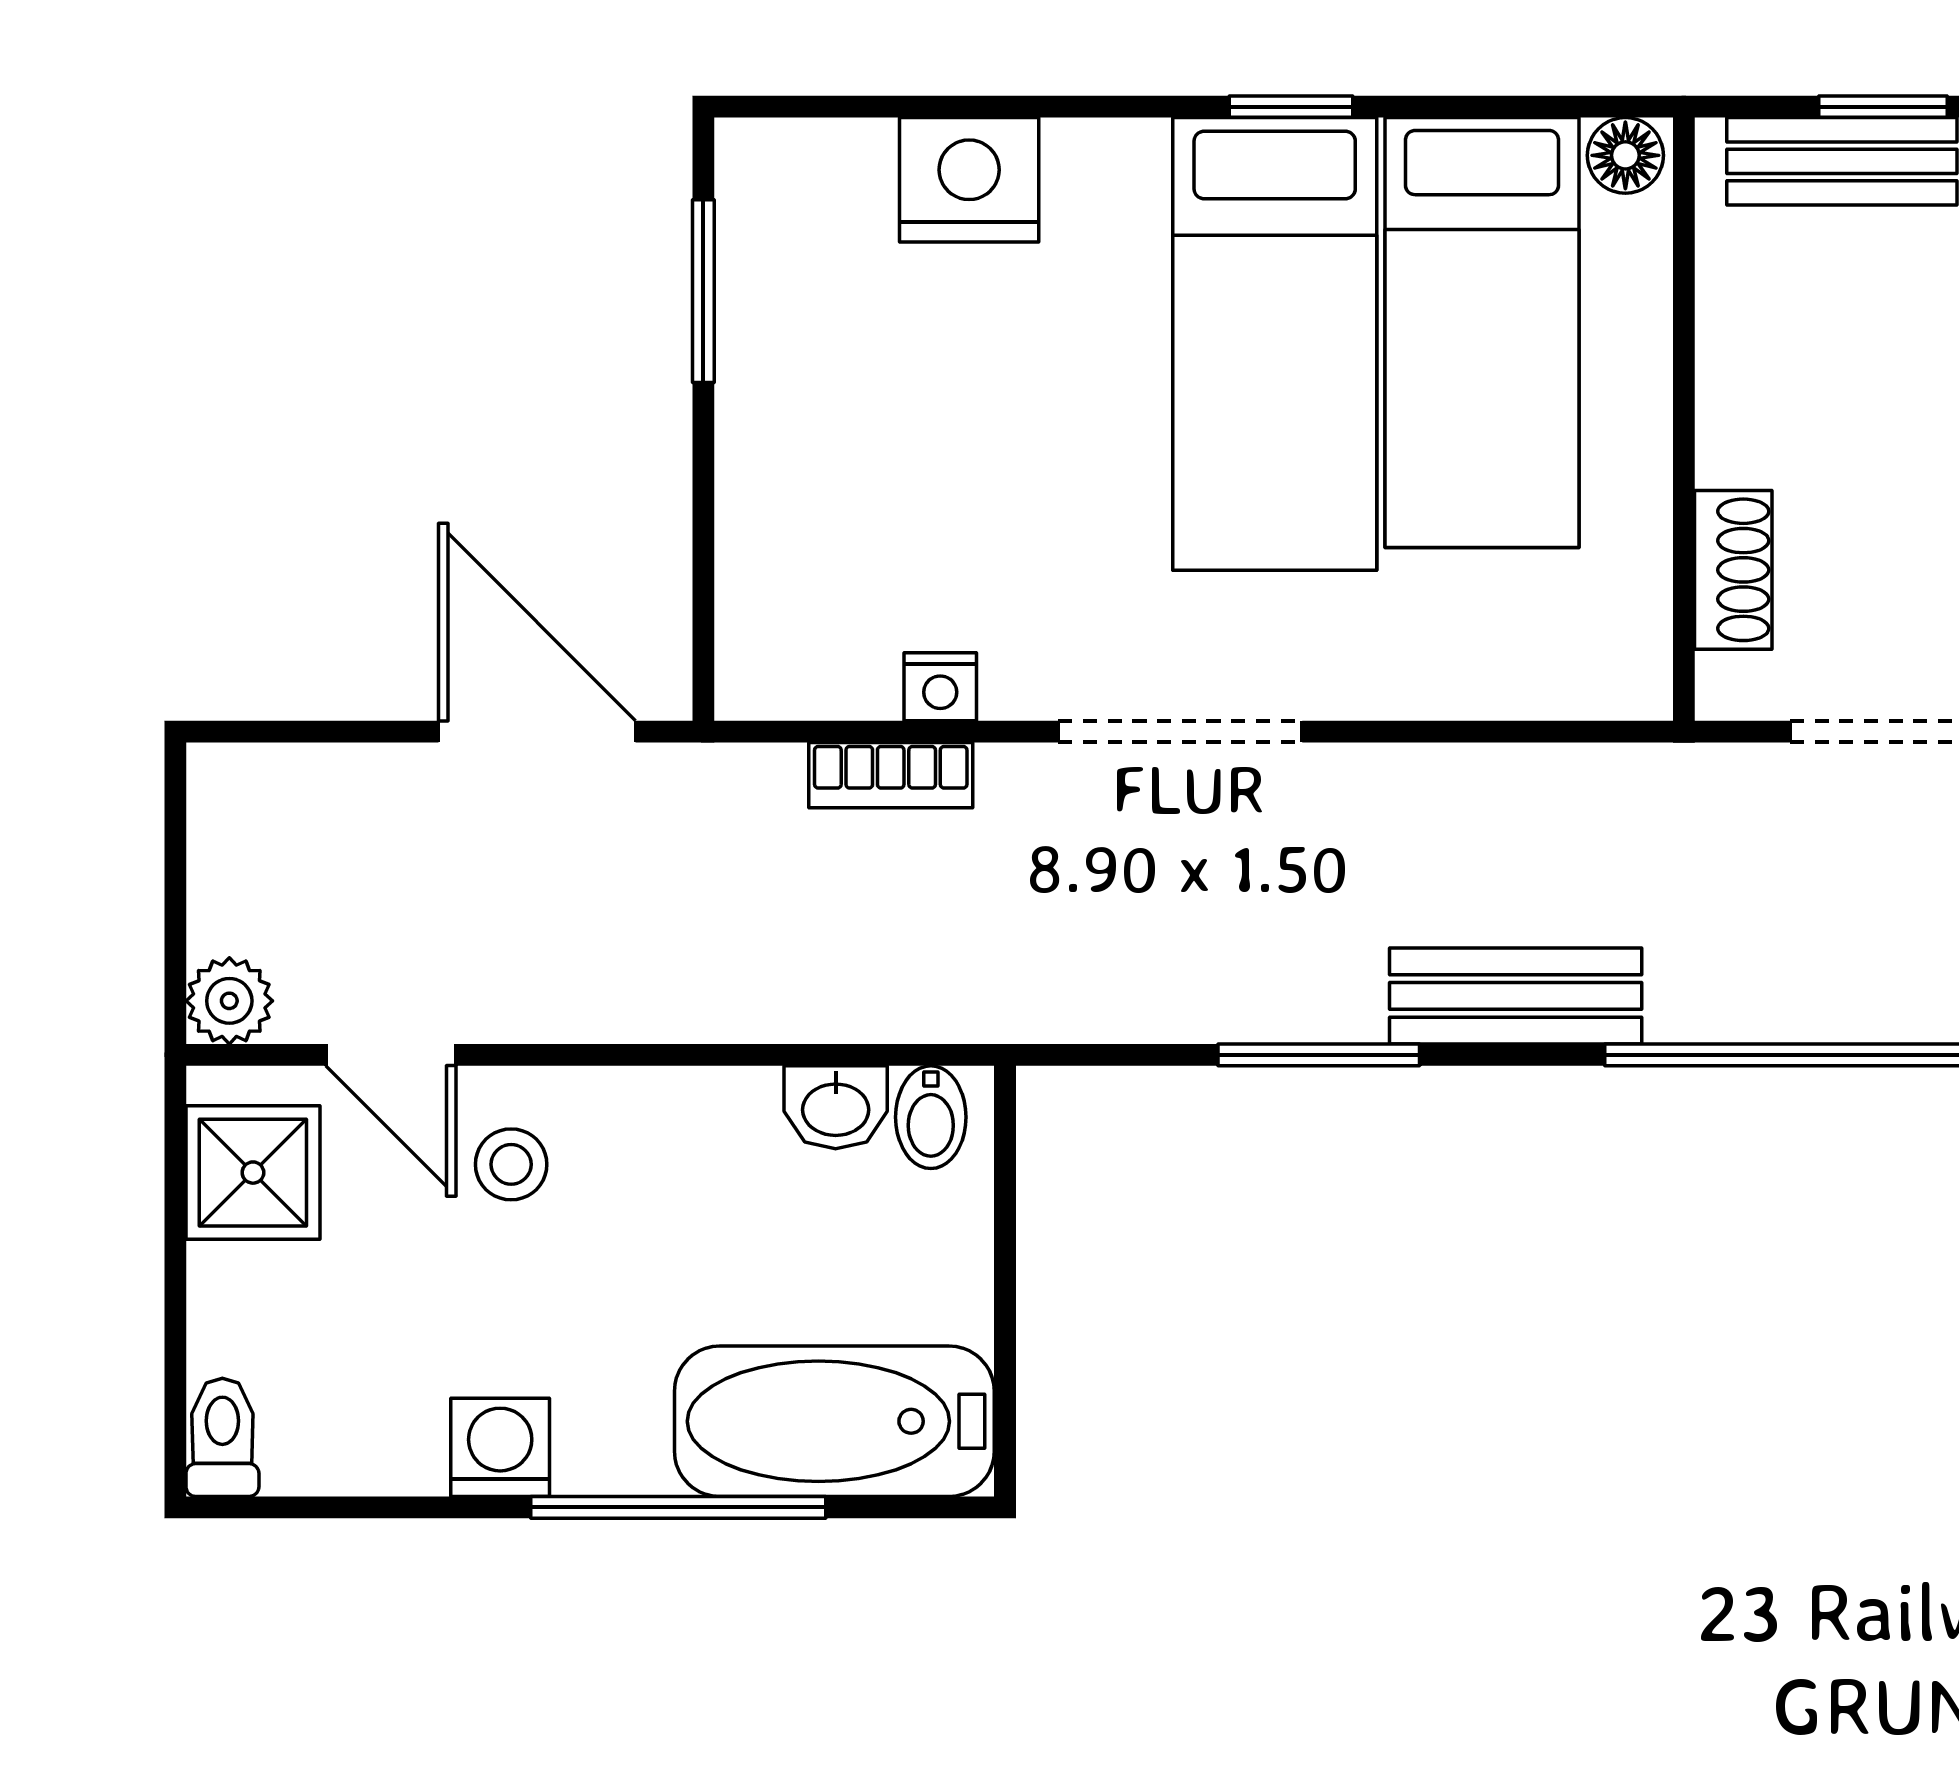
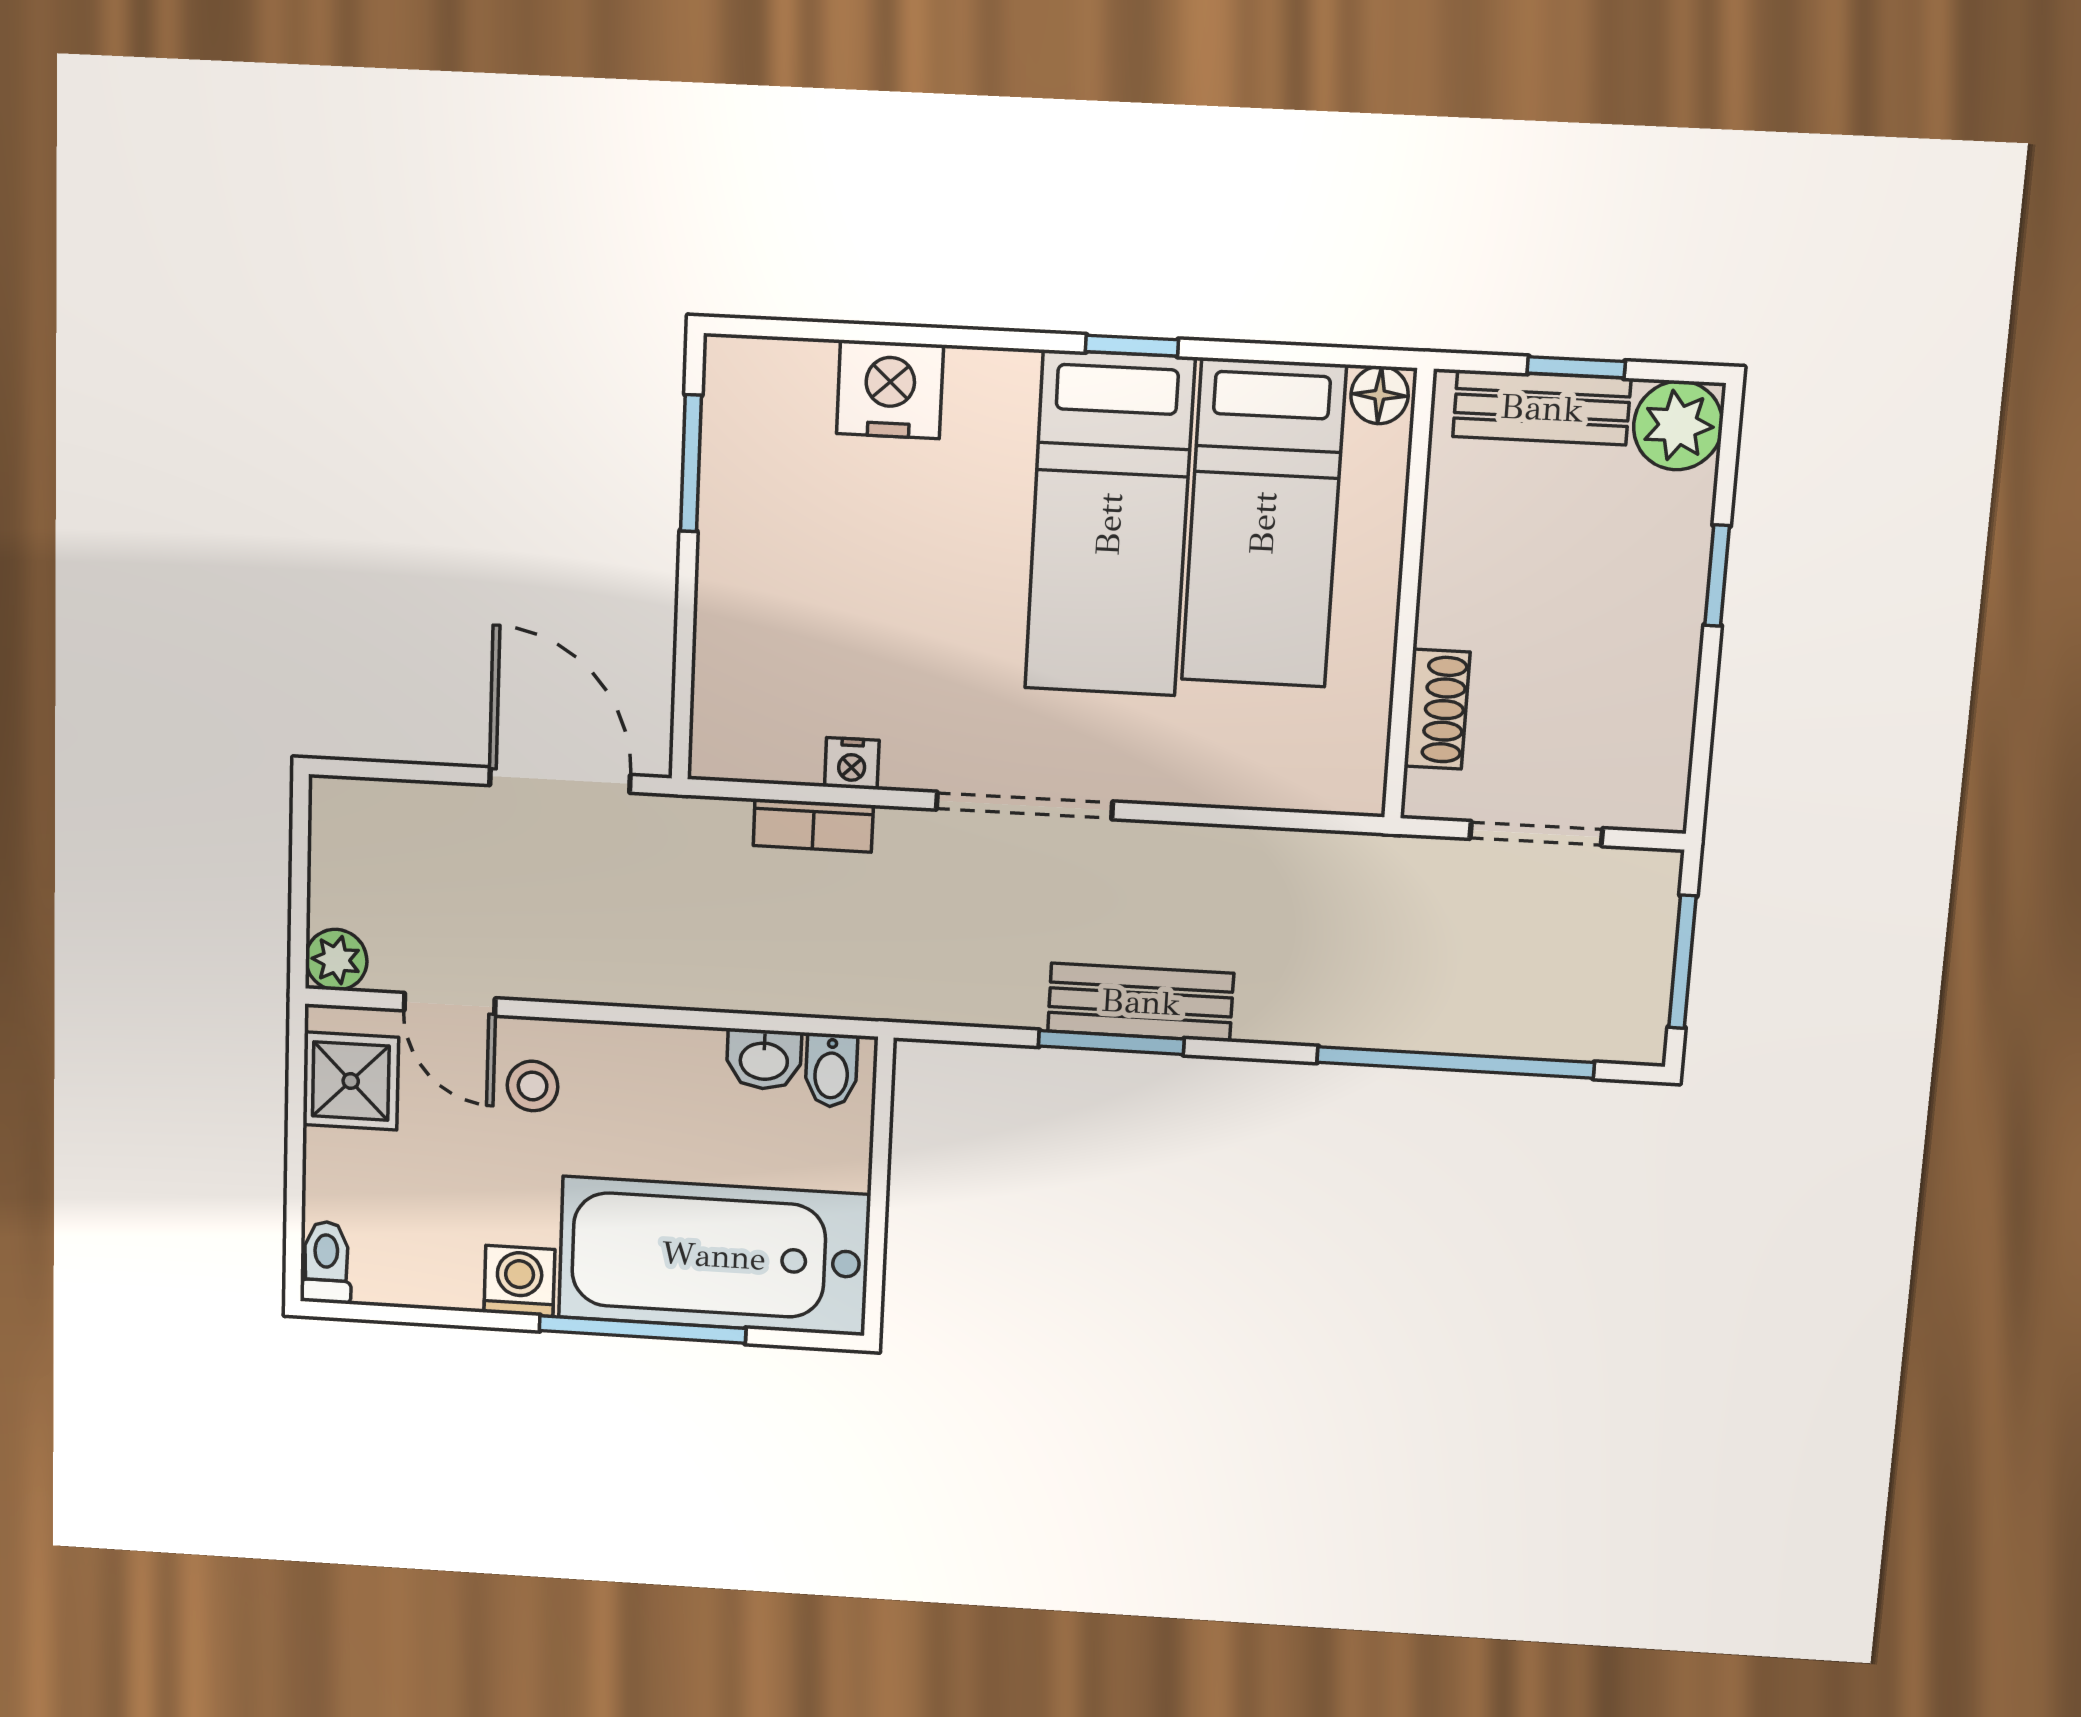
bench: (1516, 996) -> (1141, 1002), moved
bathtub: (834, 1421) -> (714, 1256), width x1.36, depth x1.36

